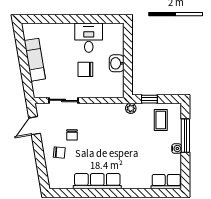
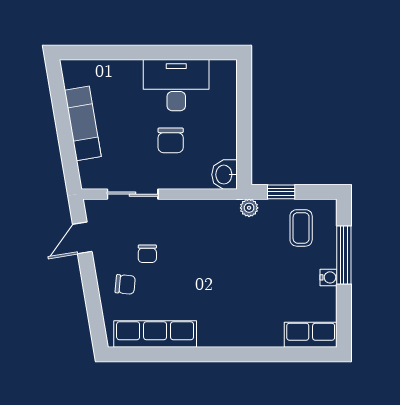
desk: (89, 38) -> (176, 85), width x1.37
washbasin: (117, 63) -> (225, 175), moved
chair: (85, 69) -> (171, 140), turned -90
row of seats: (97, 181) -> (155, 334), moved

